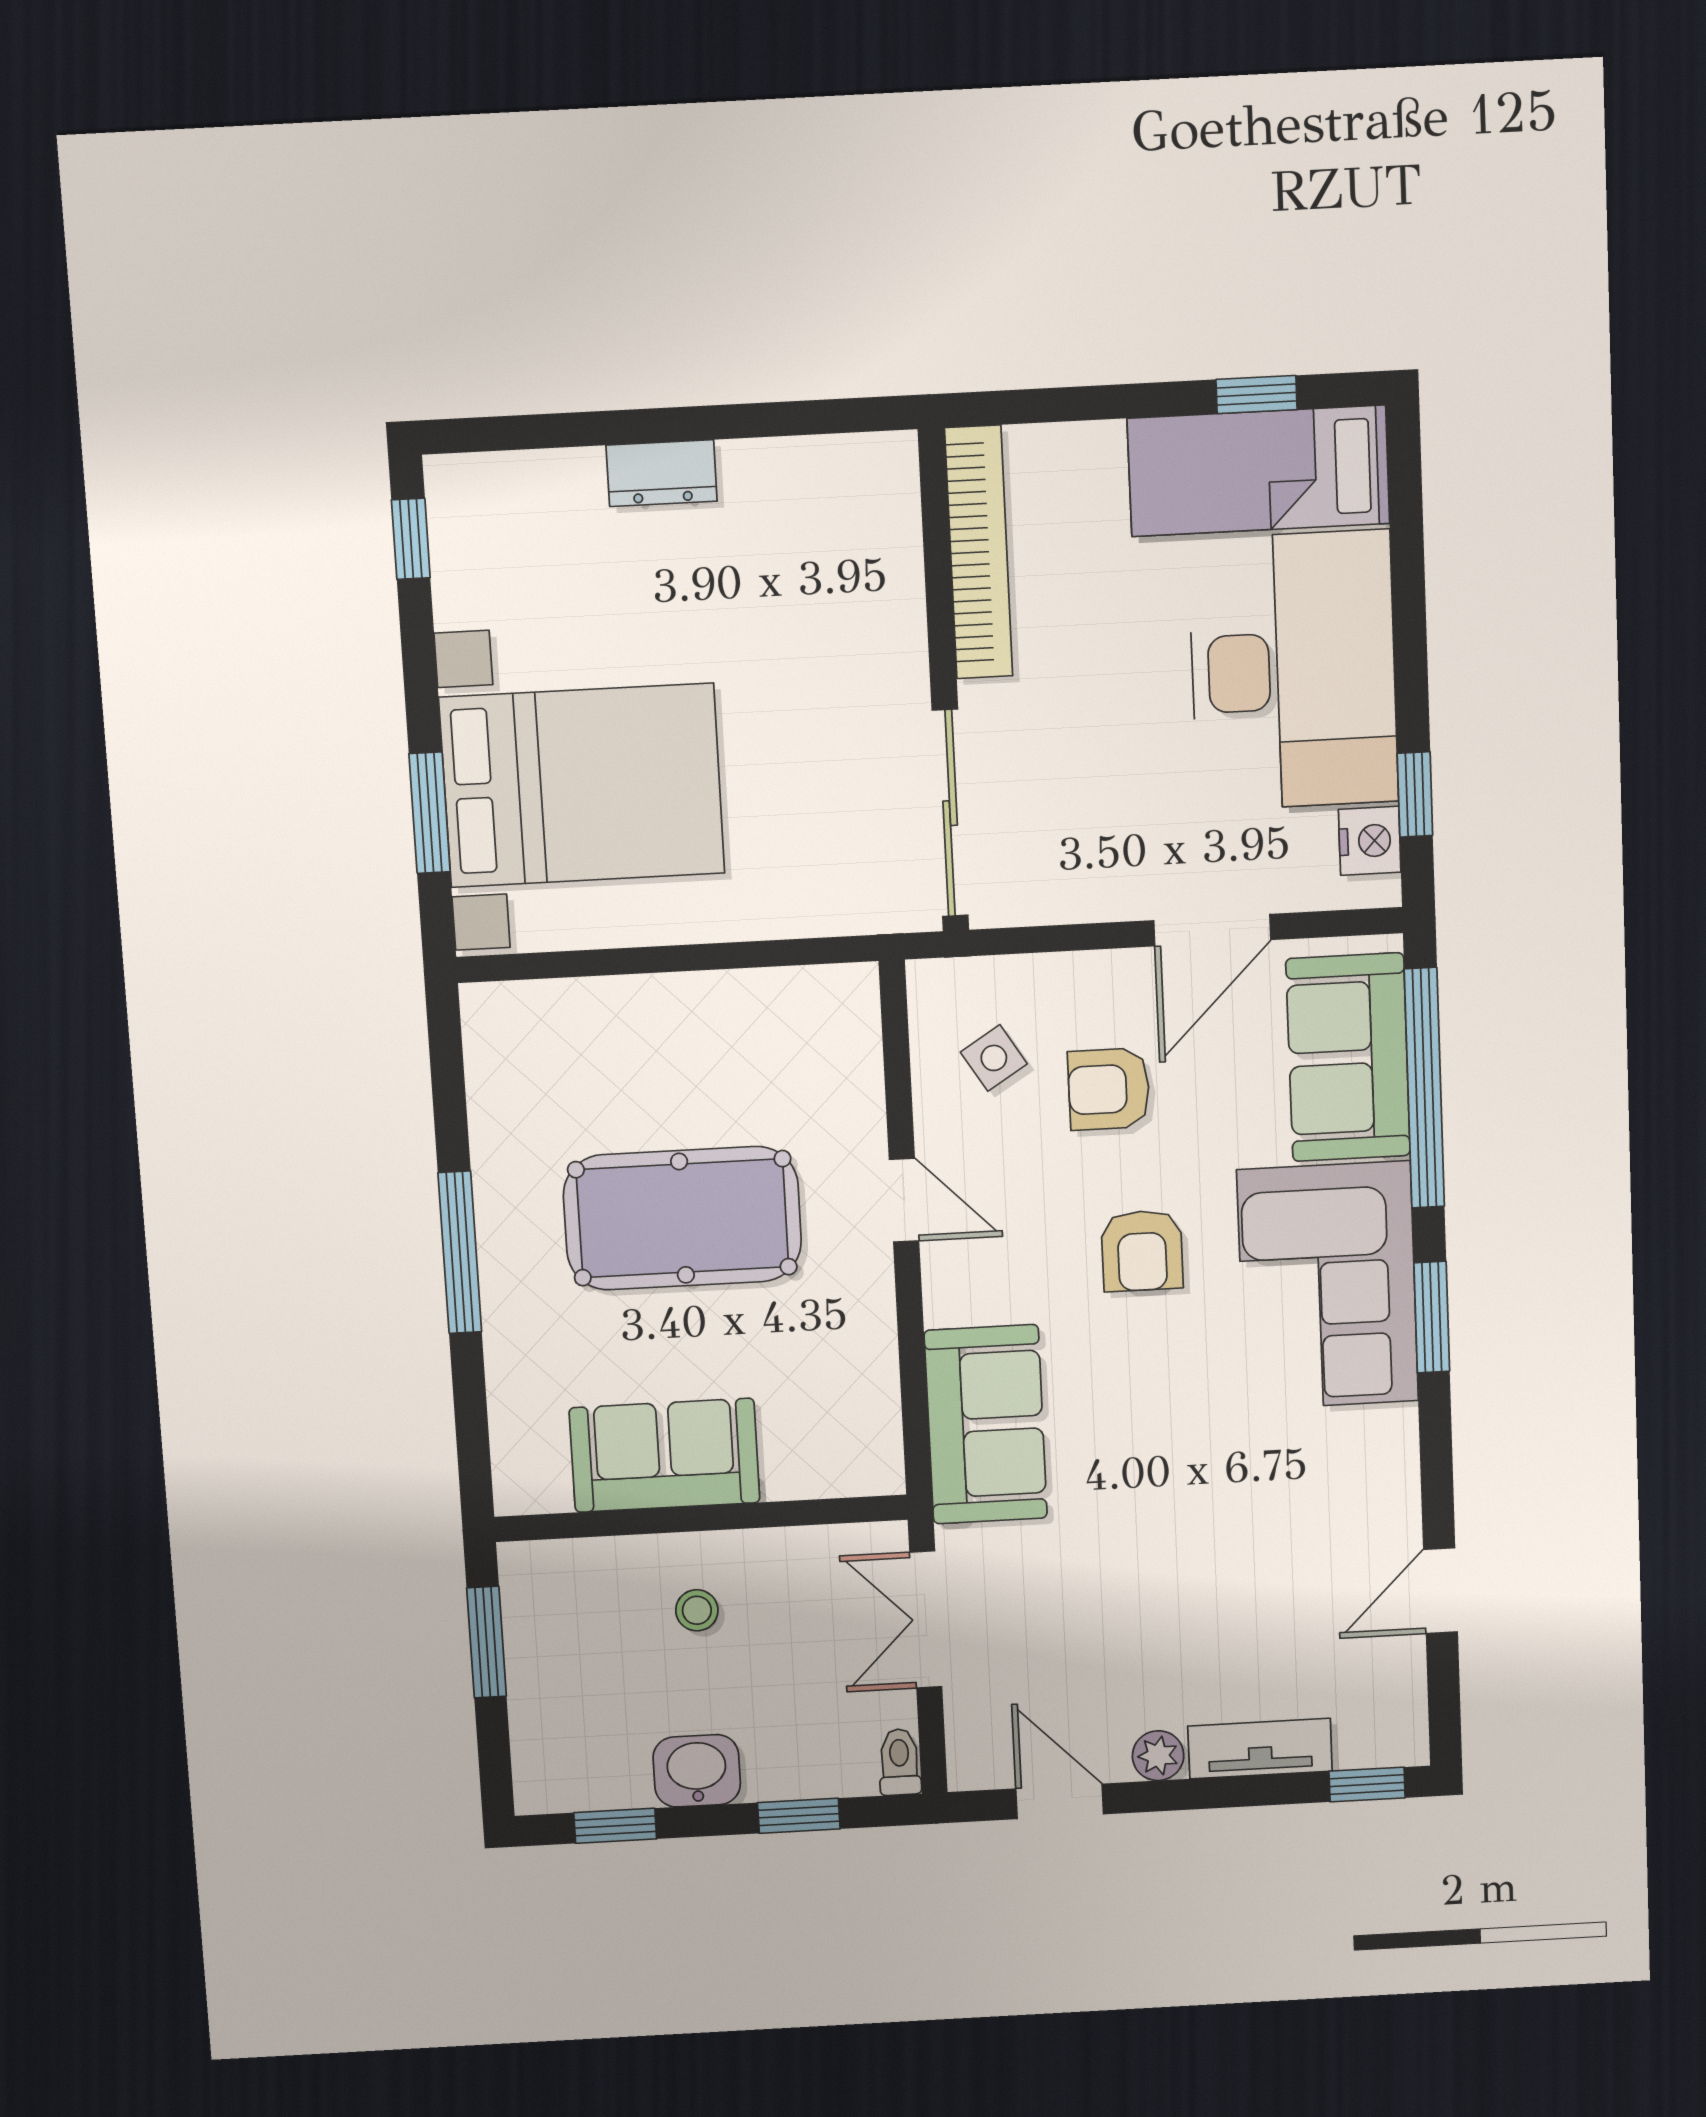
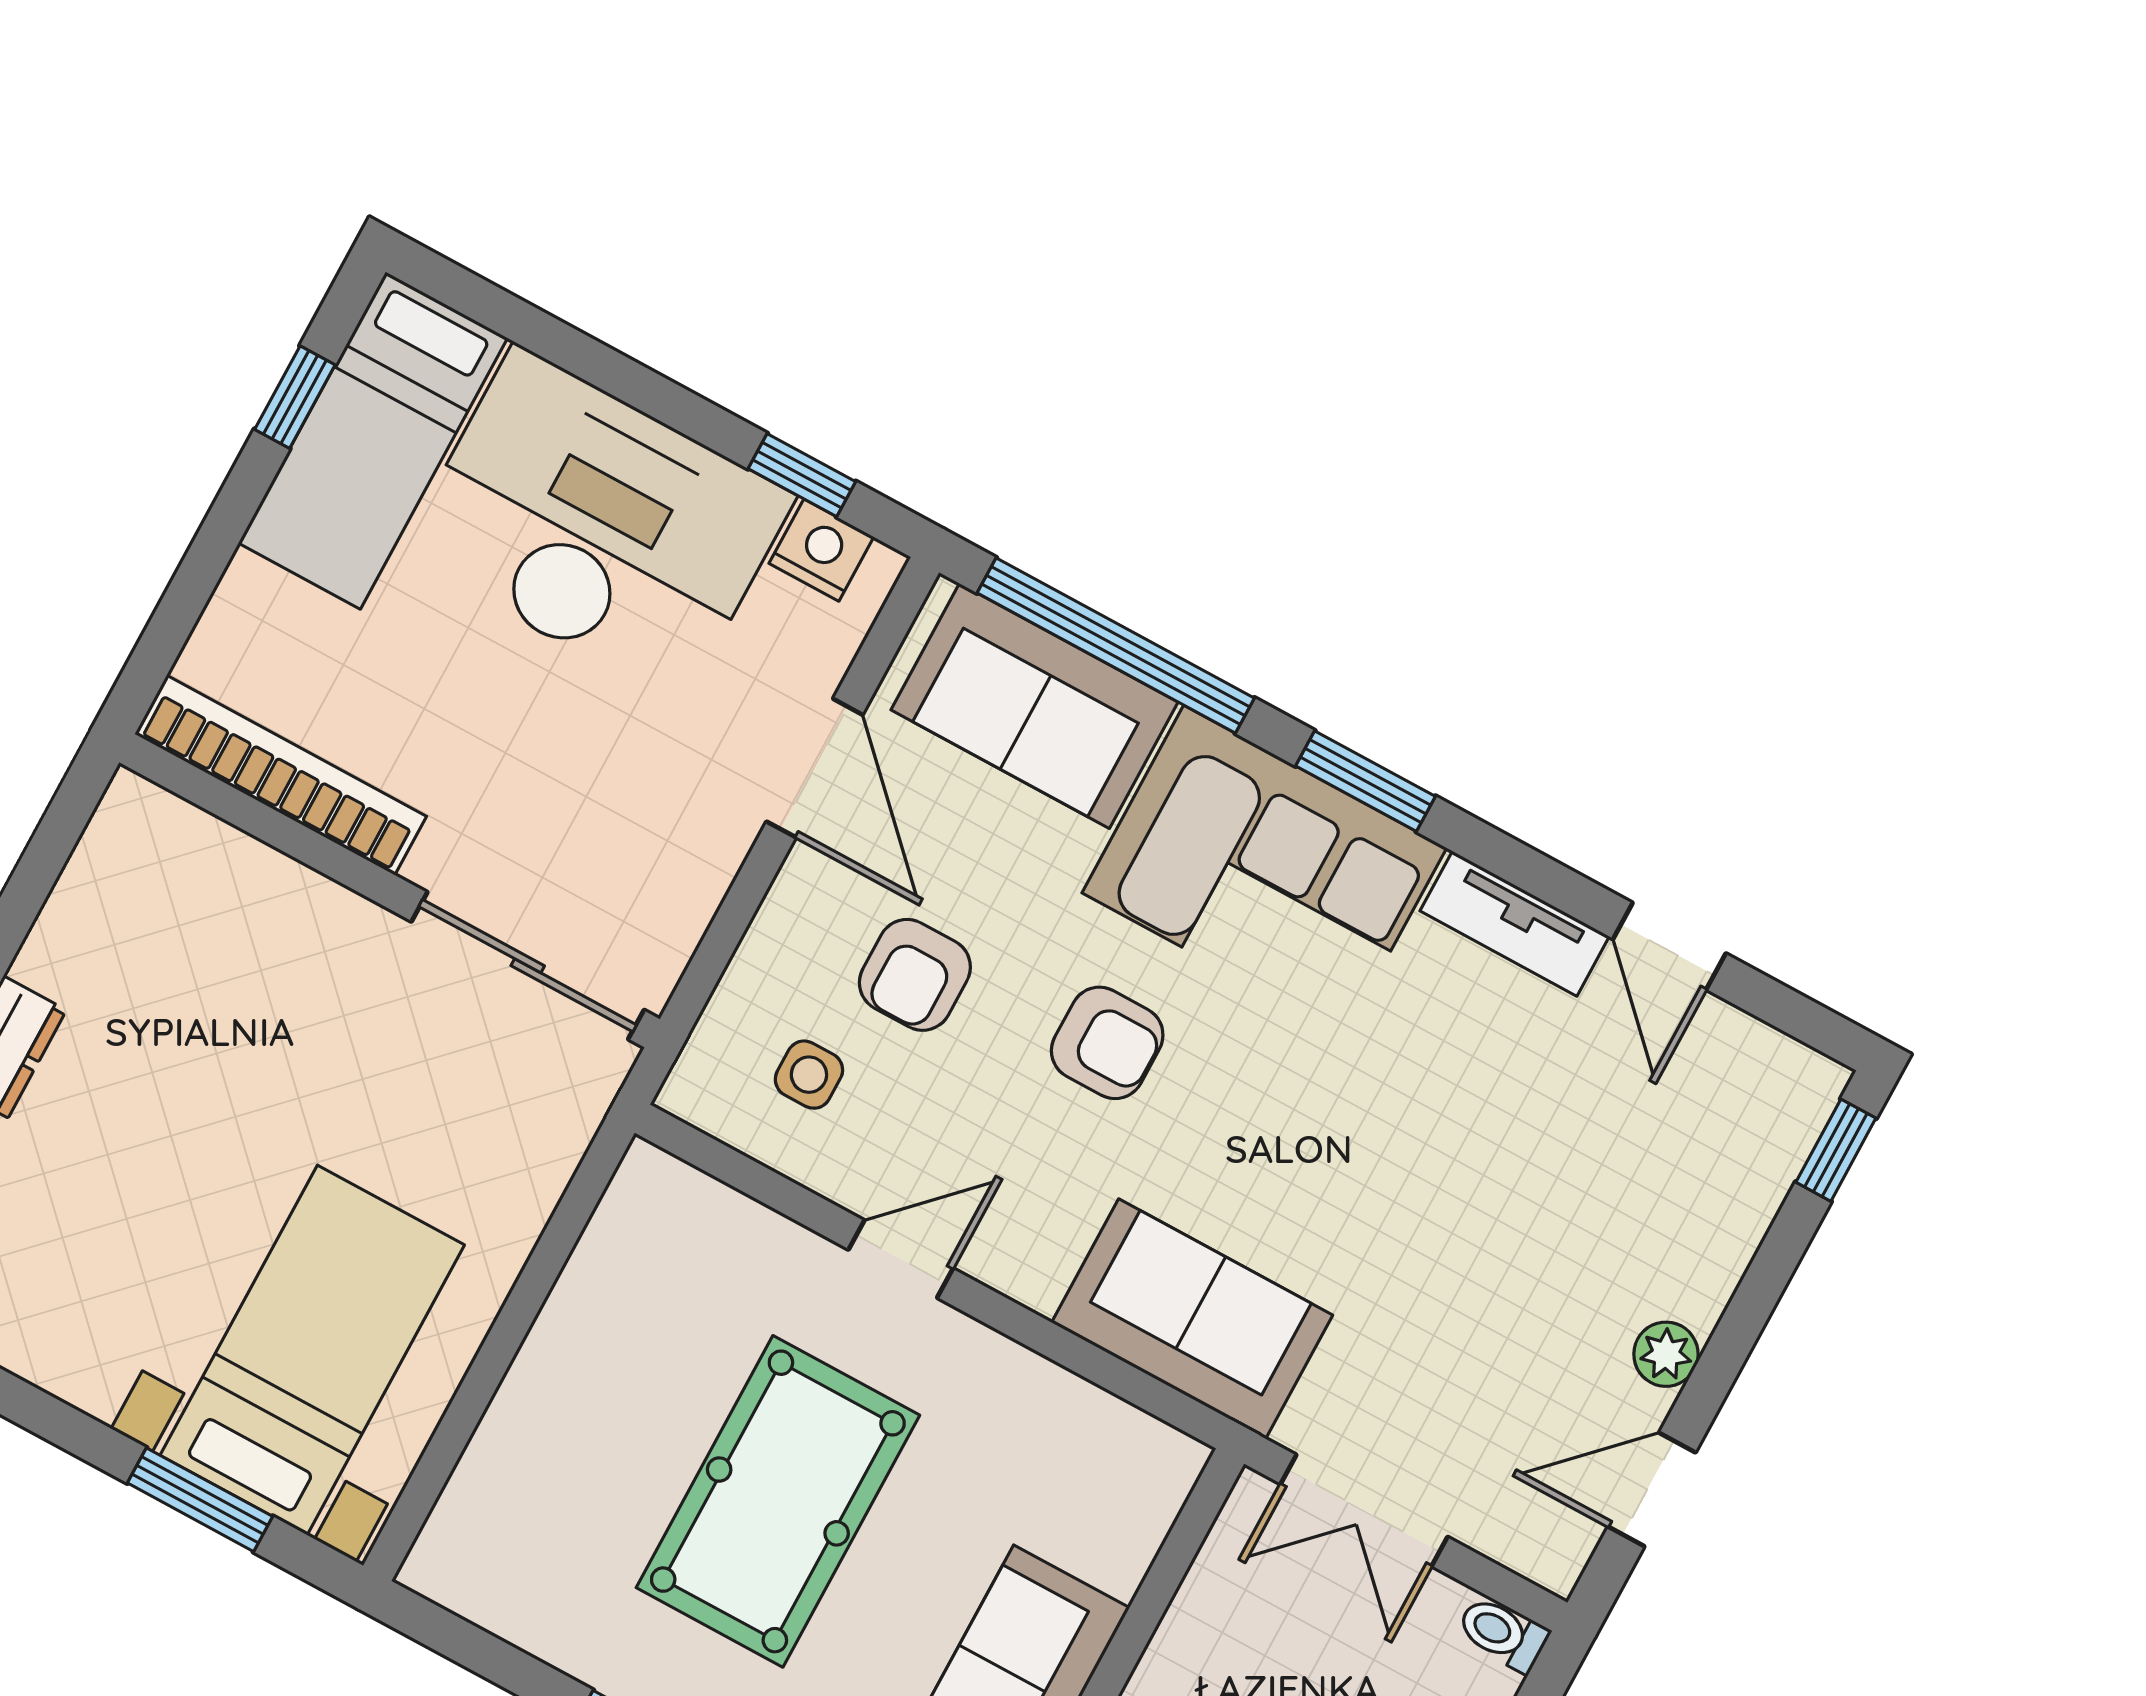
bed with nightstands: (582, 785) -> (312, 1350), width x0.73
side table: (994, 1058) -> (809, 1075), turned 32
tv unit: (1260, 1749) -> (1515, 924), moved, turned -90

